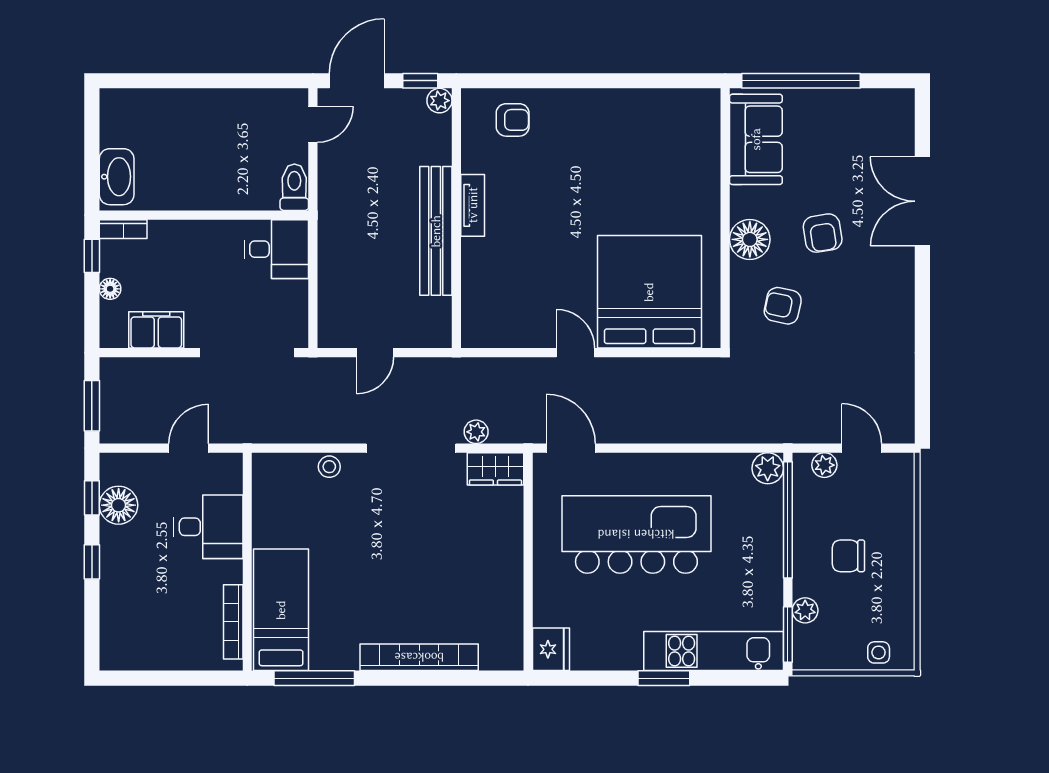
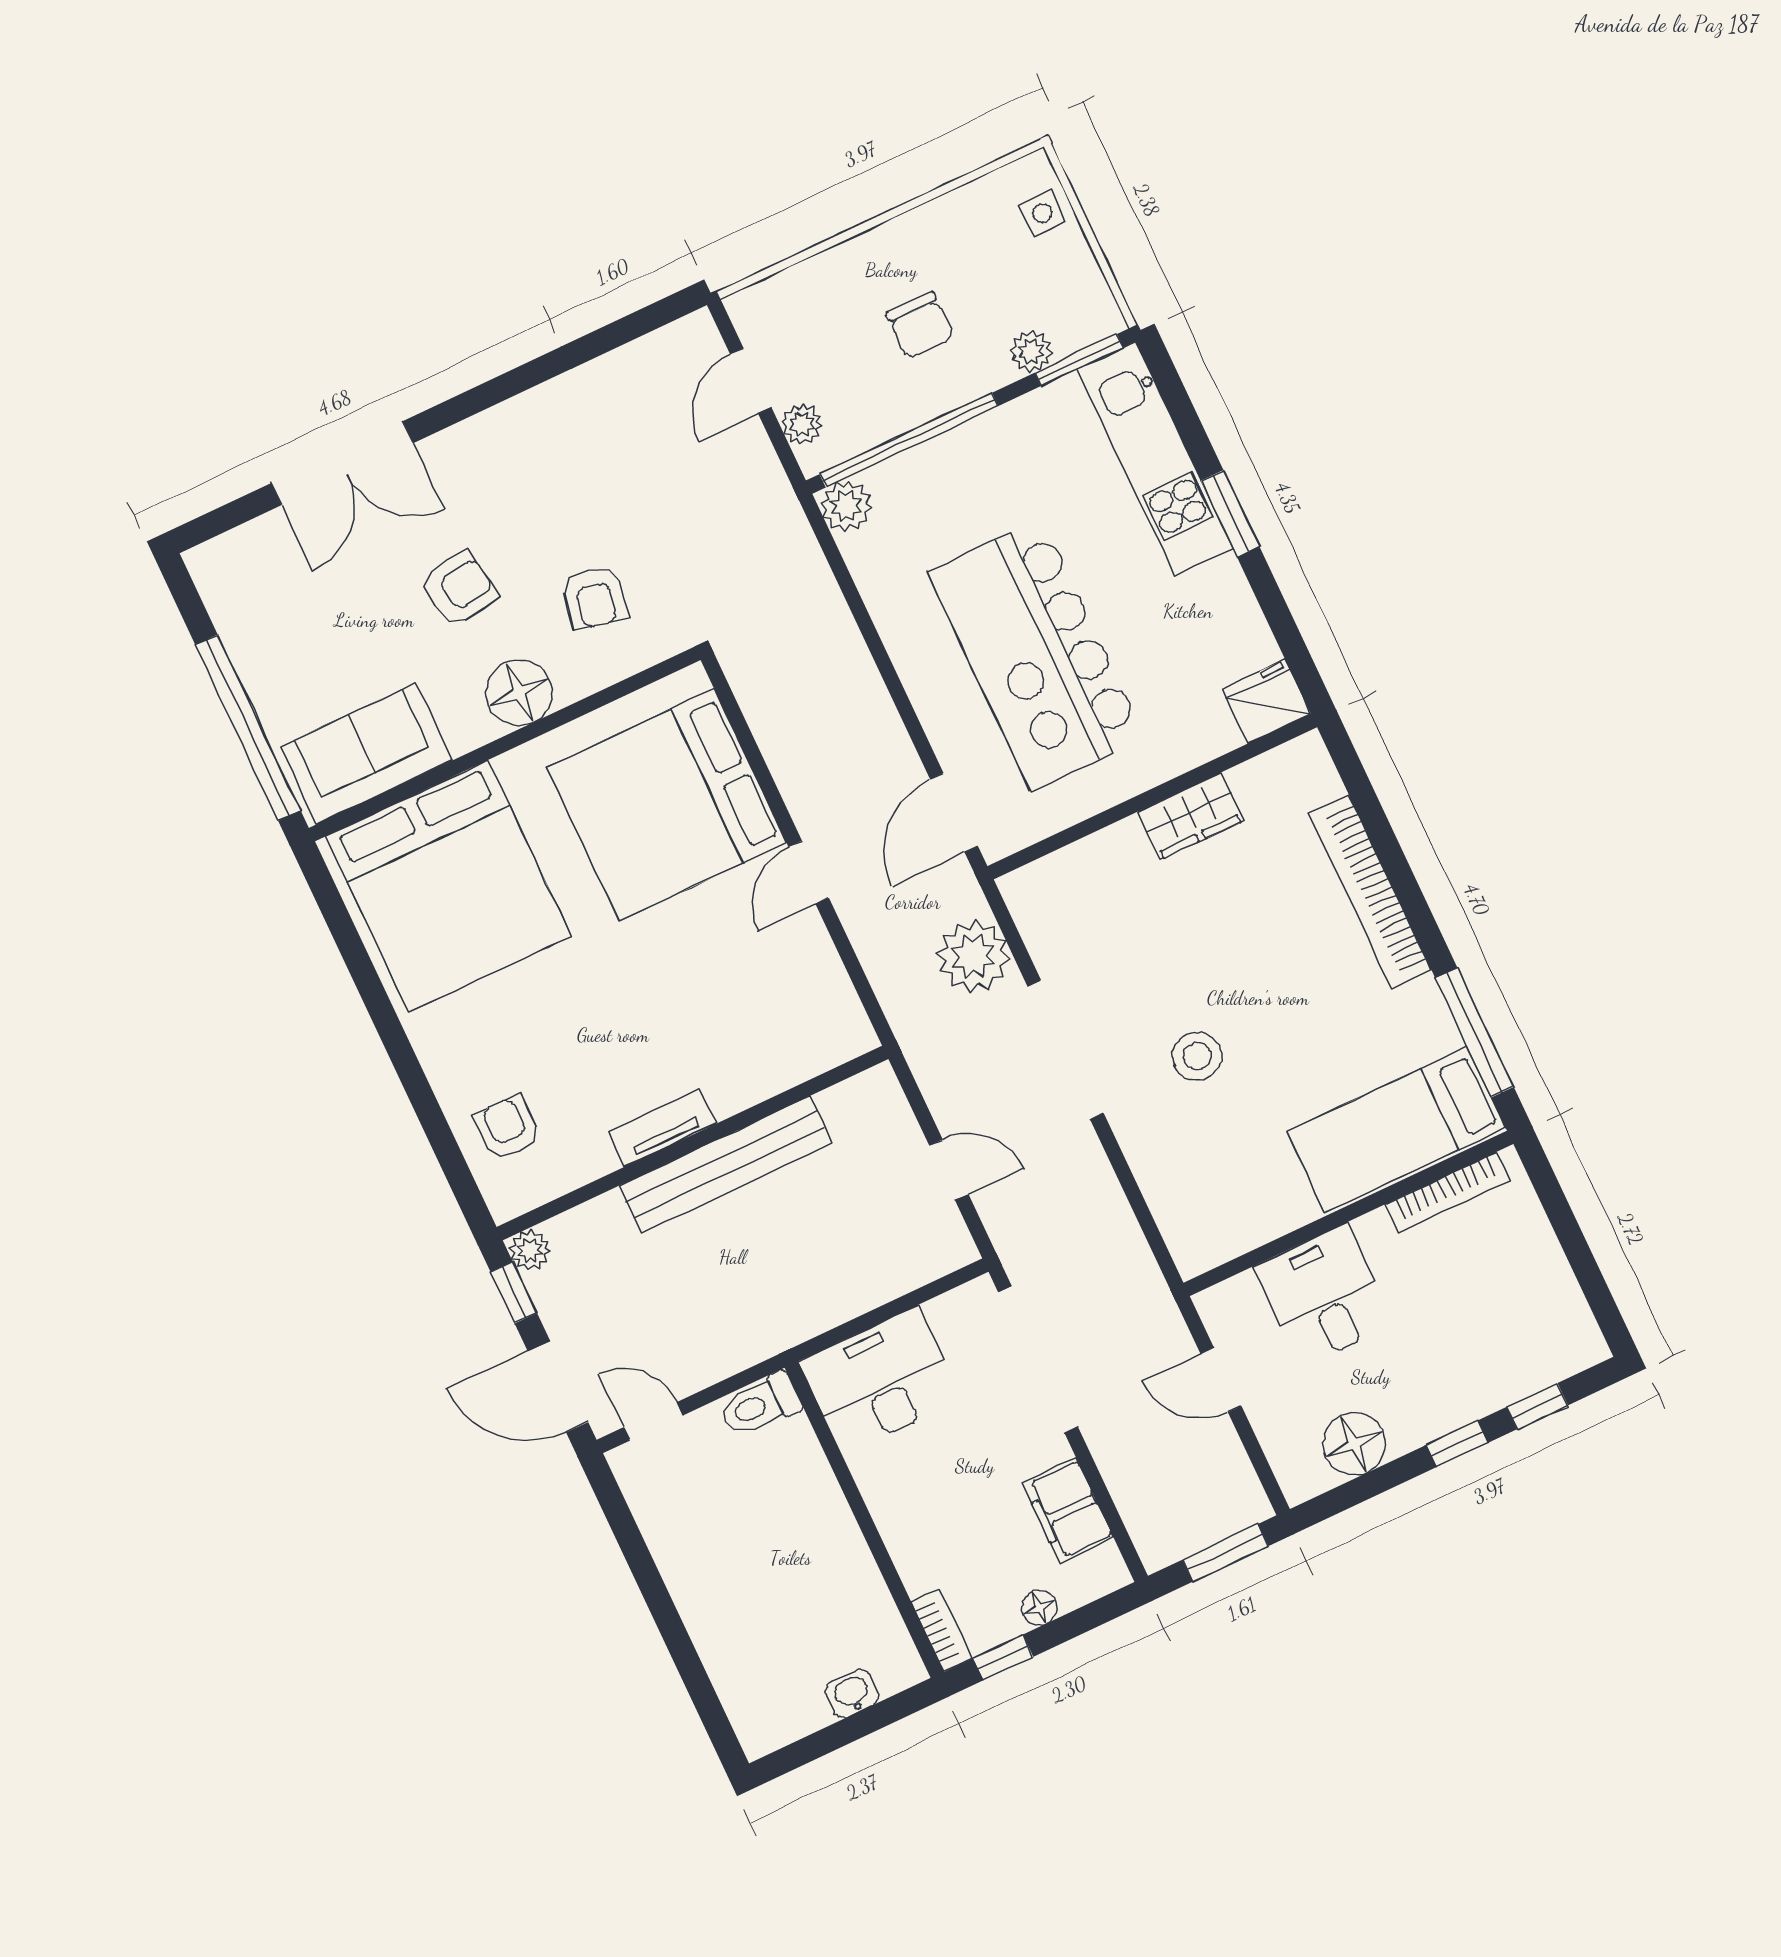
bed: (661, 150) -> (448, 886), added
washbasin: (117, 177) -> (852, 1693), width x0.52, depth x0.69
desk: (277, 249) -> (880, 1380), width x1.37
plant: (476, 432) -> (973, 956), width x1.88, depth x1.88
stool: (329, 467) -> (1197, 1056), moved, width x1.37, depth x1.37
wardrobe: (495, 469) -> (1191, 816), moved, turned 90
window: (92, 498) -> (1537, 1406), moved

